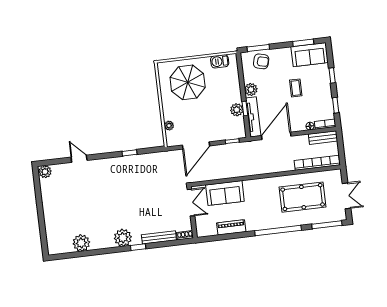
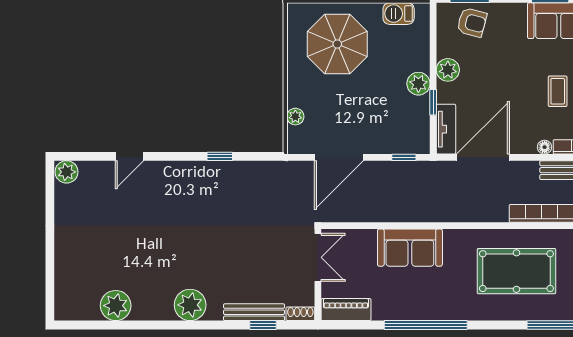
coffee table: (296, 88) -> (558, 91), moved
plant: (237, 110) -> (418, 84), moved
tv unit: (253, 117) -> (446, 129), width x0.71
door: (79, 159) -> (129, 156), swing flipped
sofa: (225, 193) -> (410, 248), moved
piano: (231, 227) -> (346, 310), moved
window: (278, 230) -> (426, 325), moved
window: (138, 247) -> (263, 325), moved

